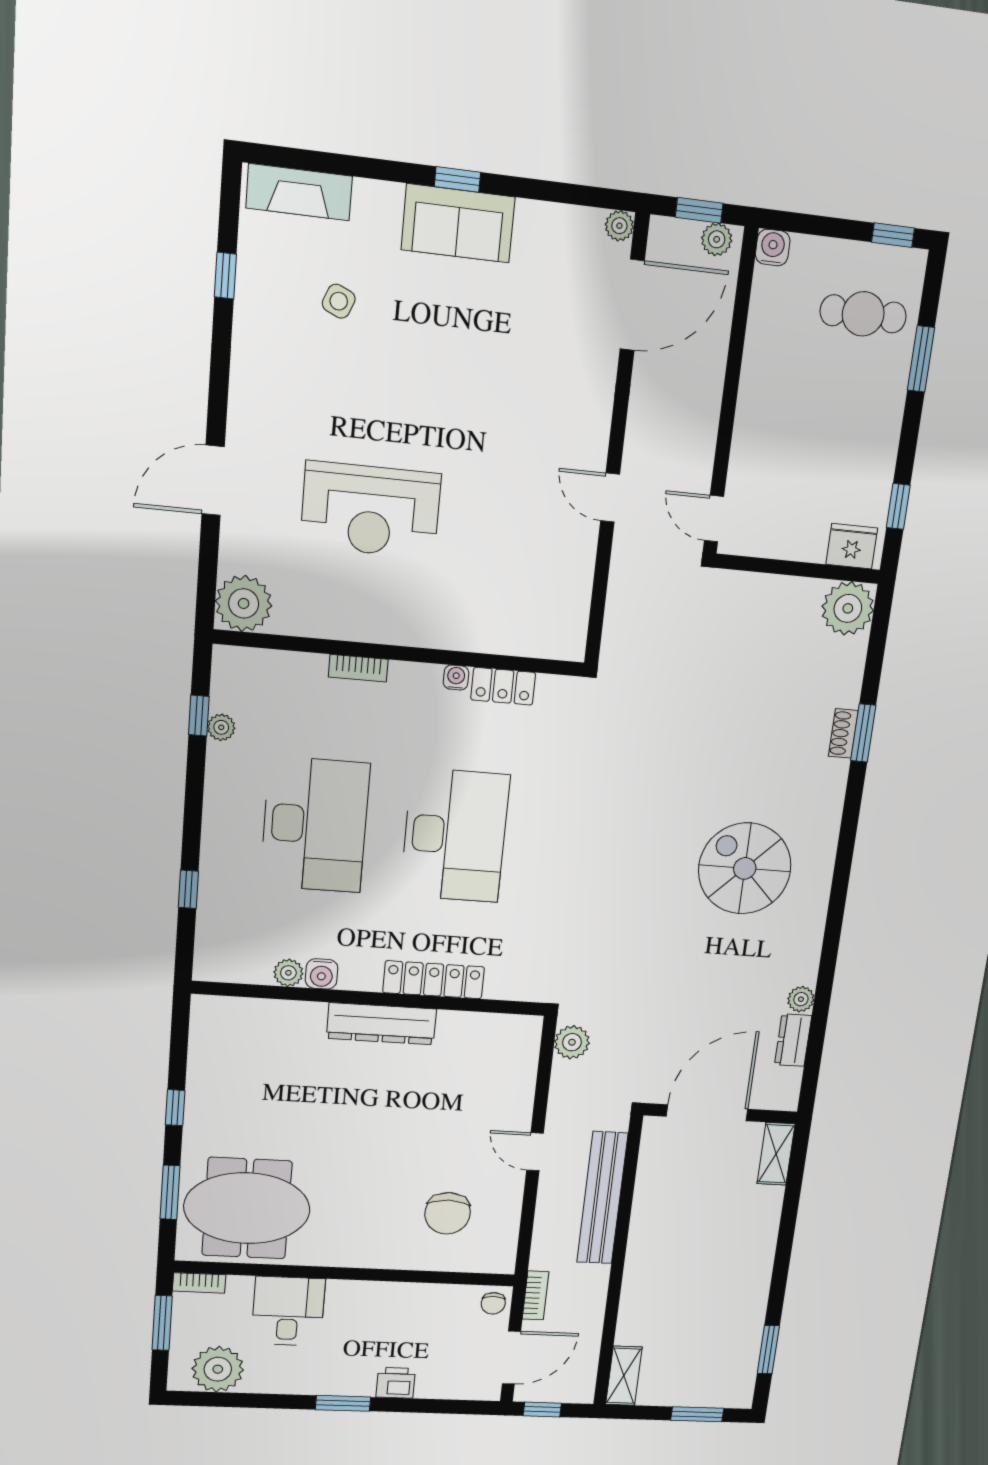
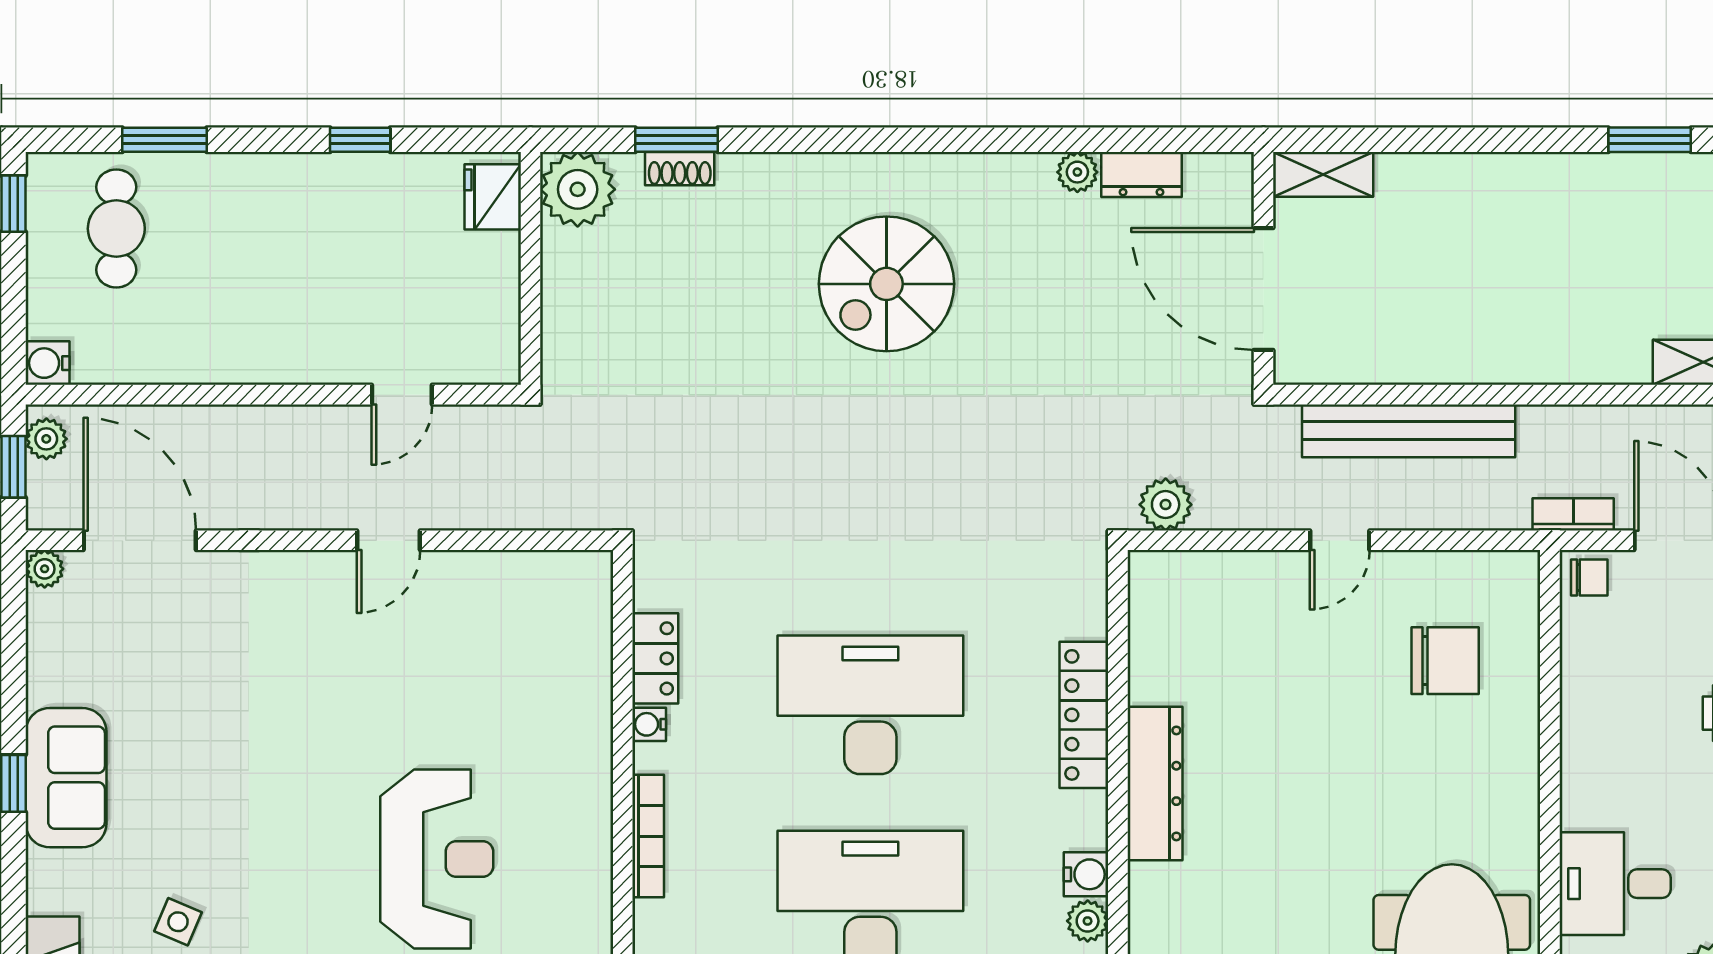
fridge: (852, 546) -> (493, 197), moved
wall: (798, 569) -> (531, 268), moved
plant: (848, 608) -> (578, 189), moved
bookcase: (358, 668) -> (648, 836), width x1.56

